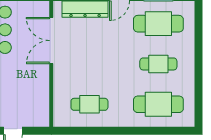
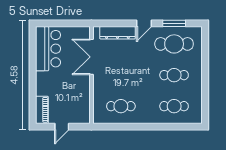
cafe table: (158, 104) -> (174, 106), width x0.73, depth x0.74

